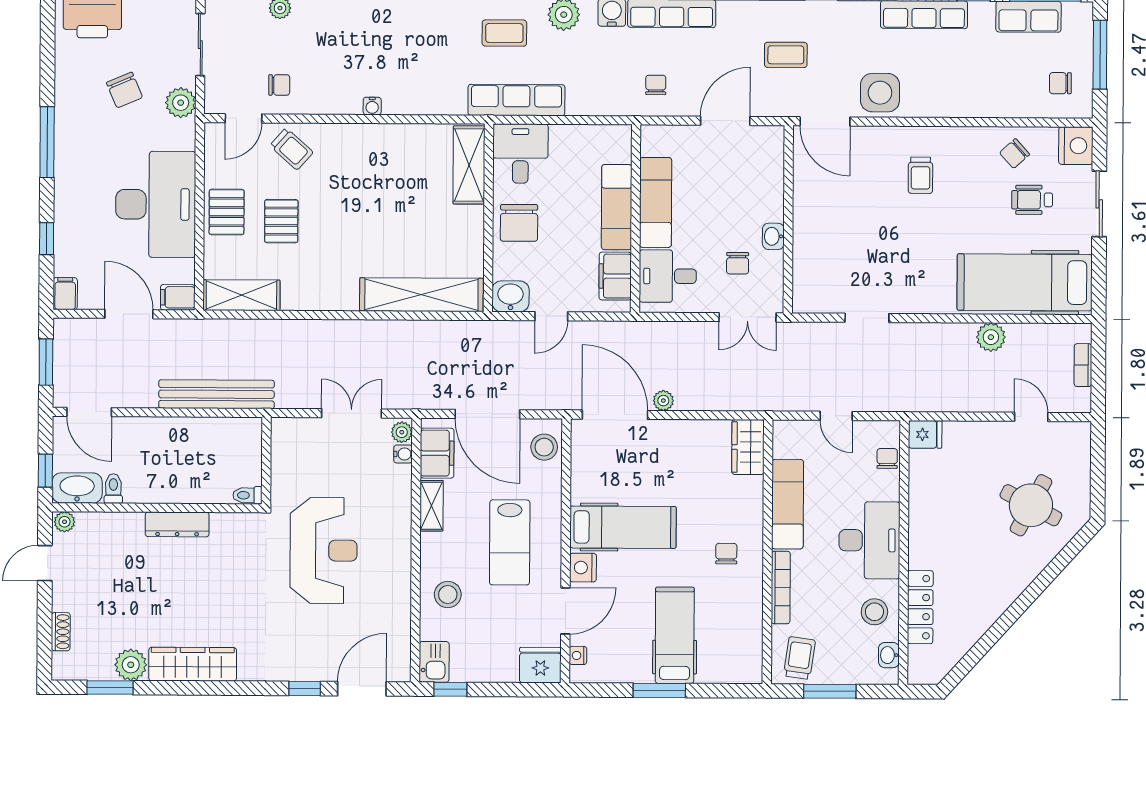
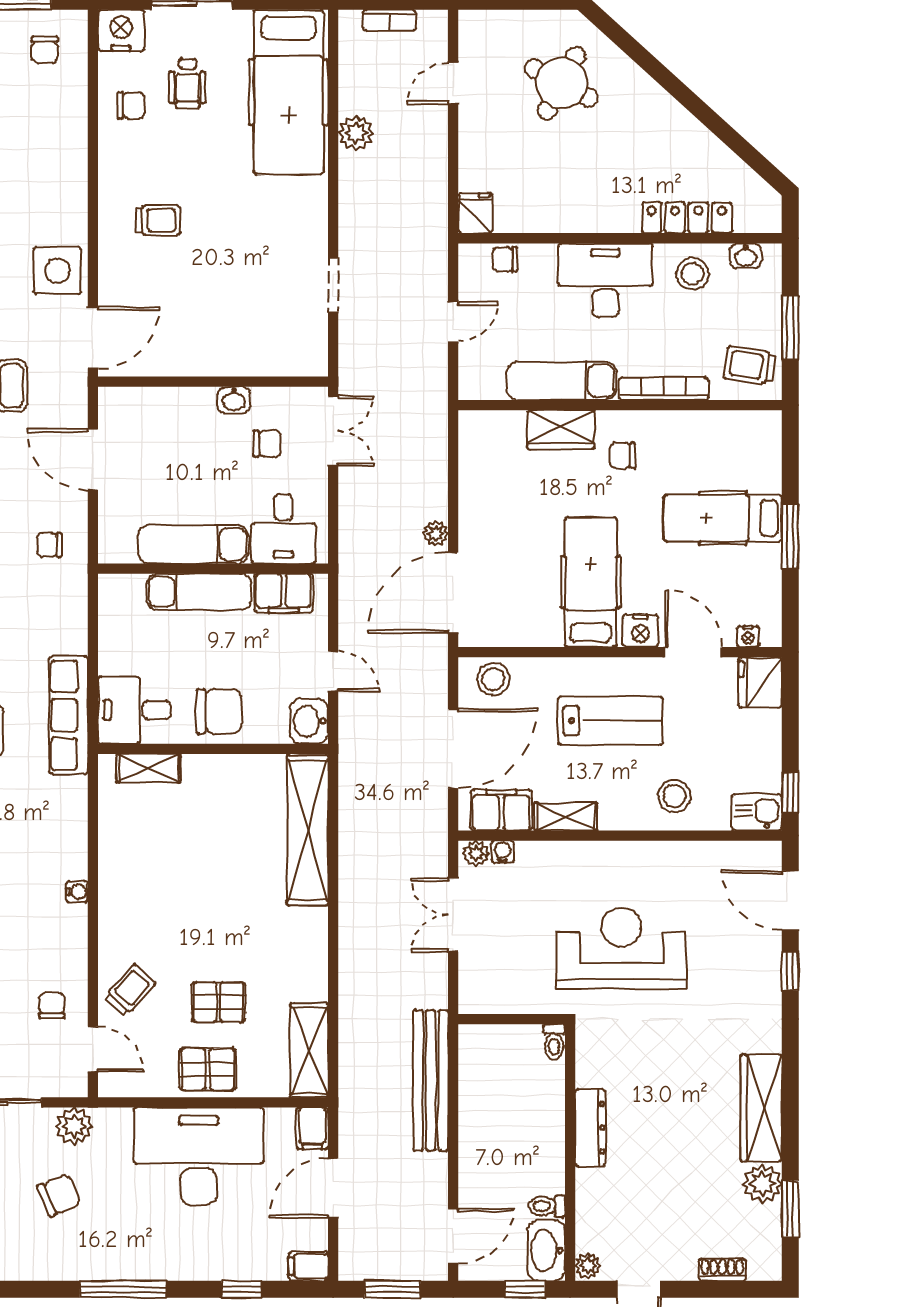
chair: (1015, 154) -> (131, 105), turned -48
shelving: (469, 165) -> (149, 768), width x0.67, depth x0.75
wardrobe: (748, 447) -> (561, 430), moved

